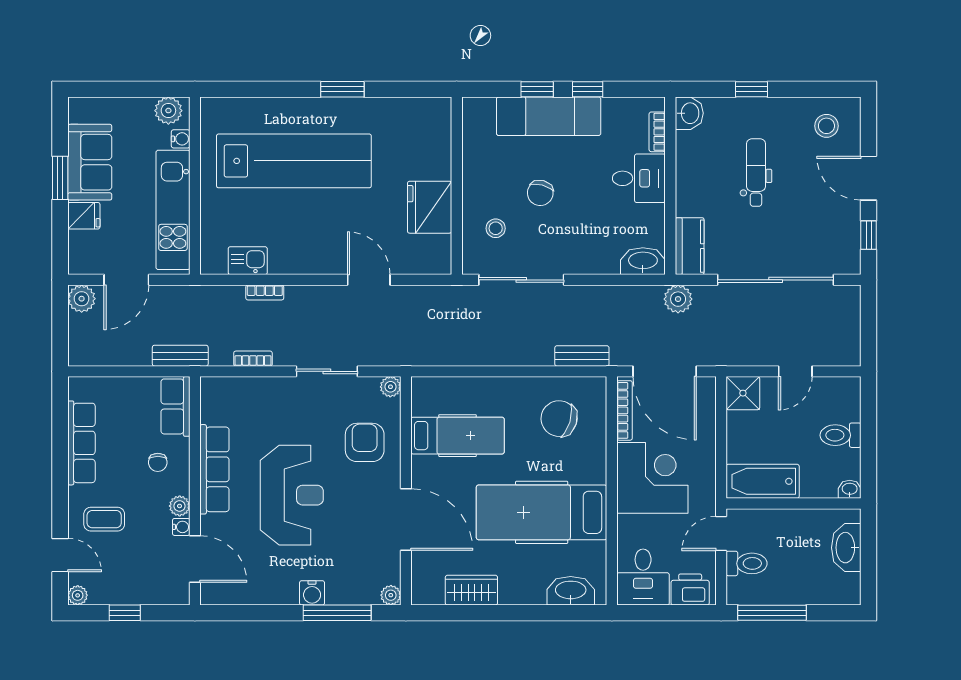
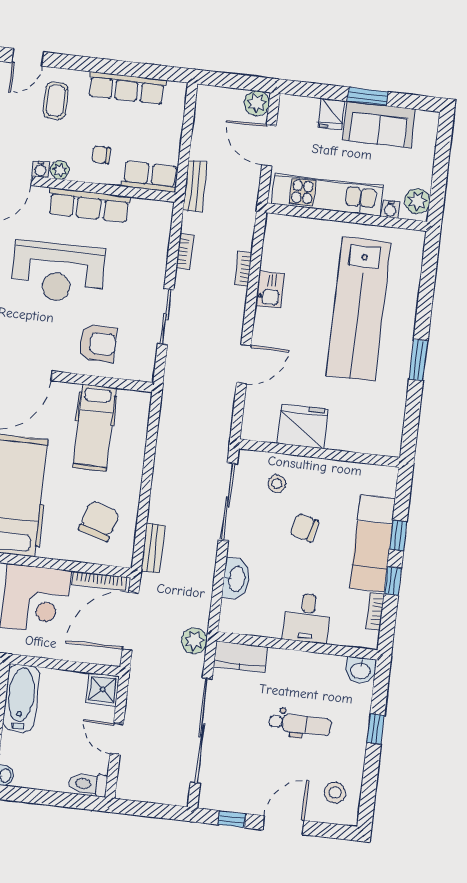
bookcase: (657, 132) -> (375, 611), moved, turned -90
kitchen sink: (248, 261) -> (270, 290), moved
washbasin: (643, 261) -> (236, 579), moved
plant: (390, 387) -> (145, 372), removed
toilet: (841, 435) -> (88, 784), moved, turned -90

